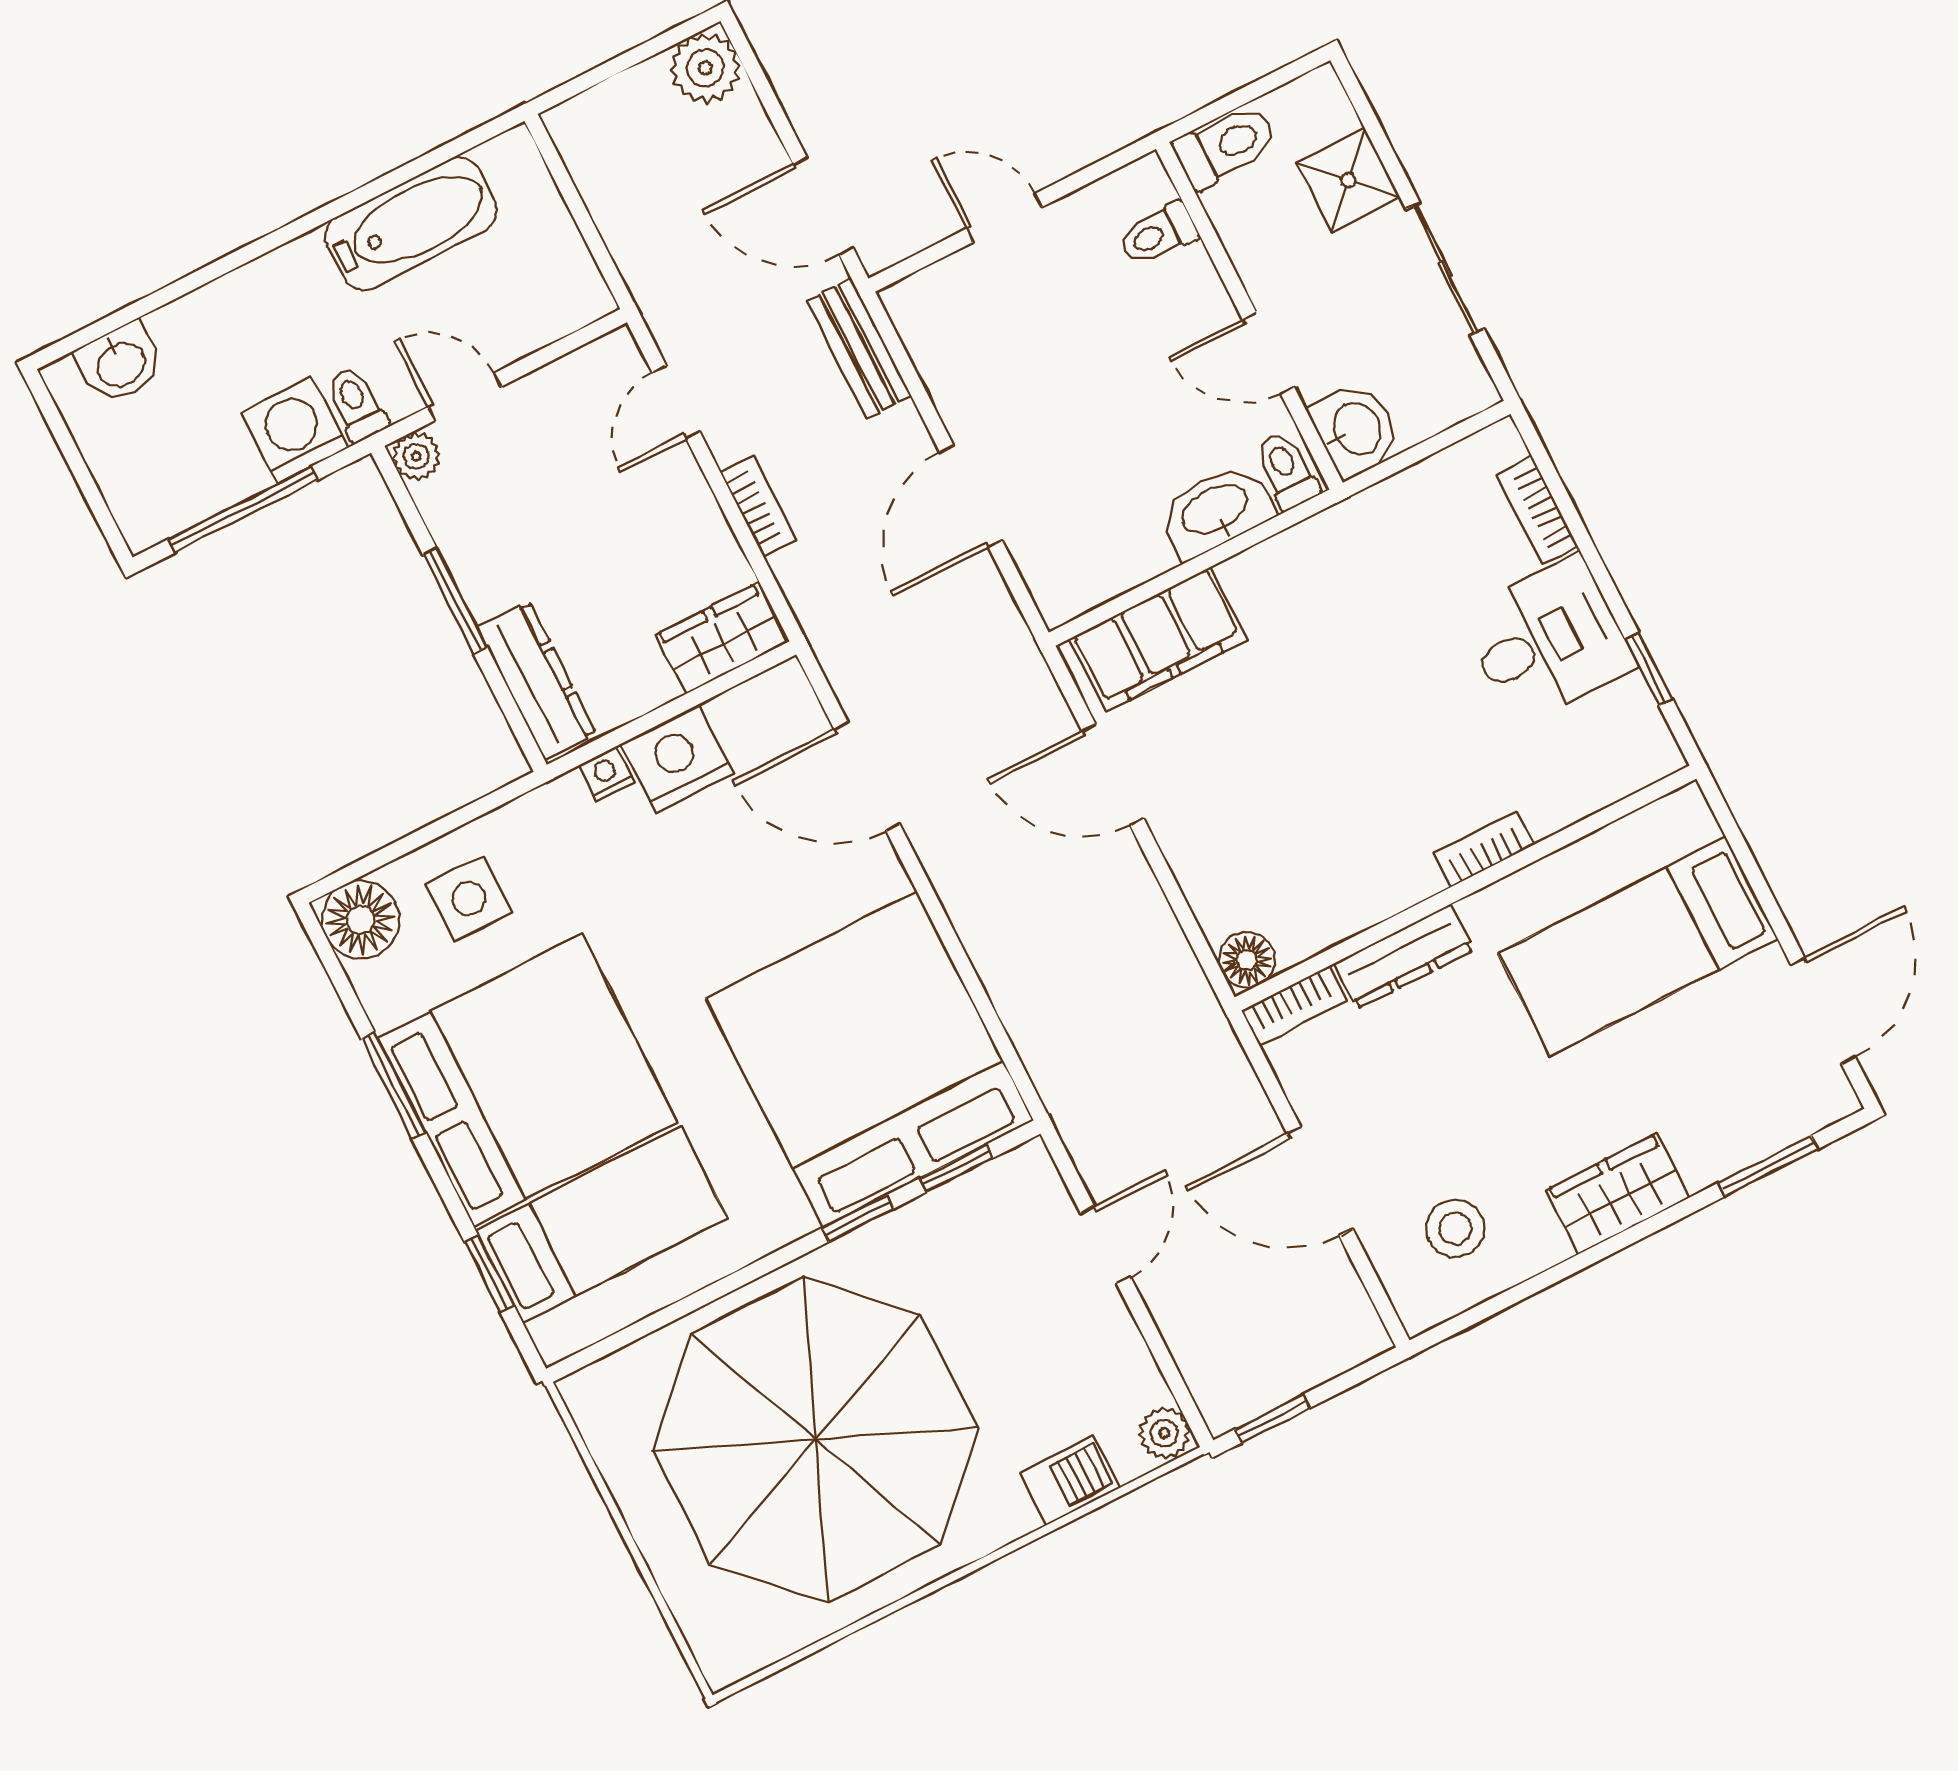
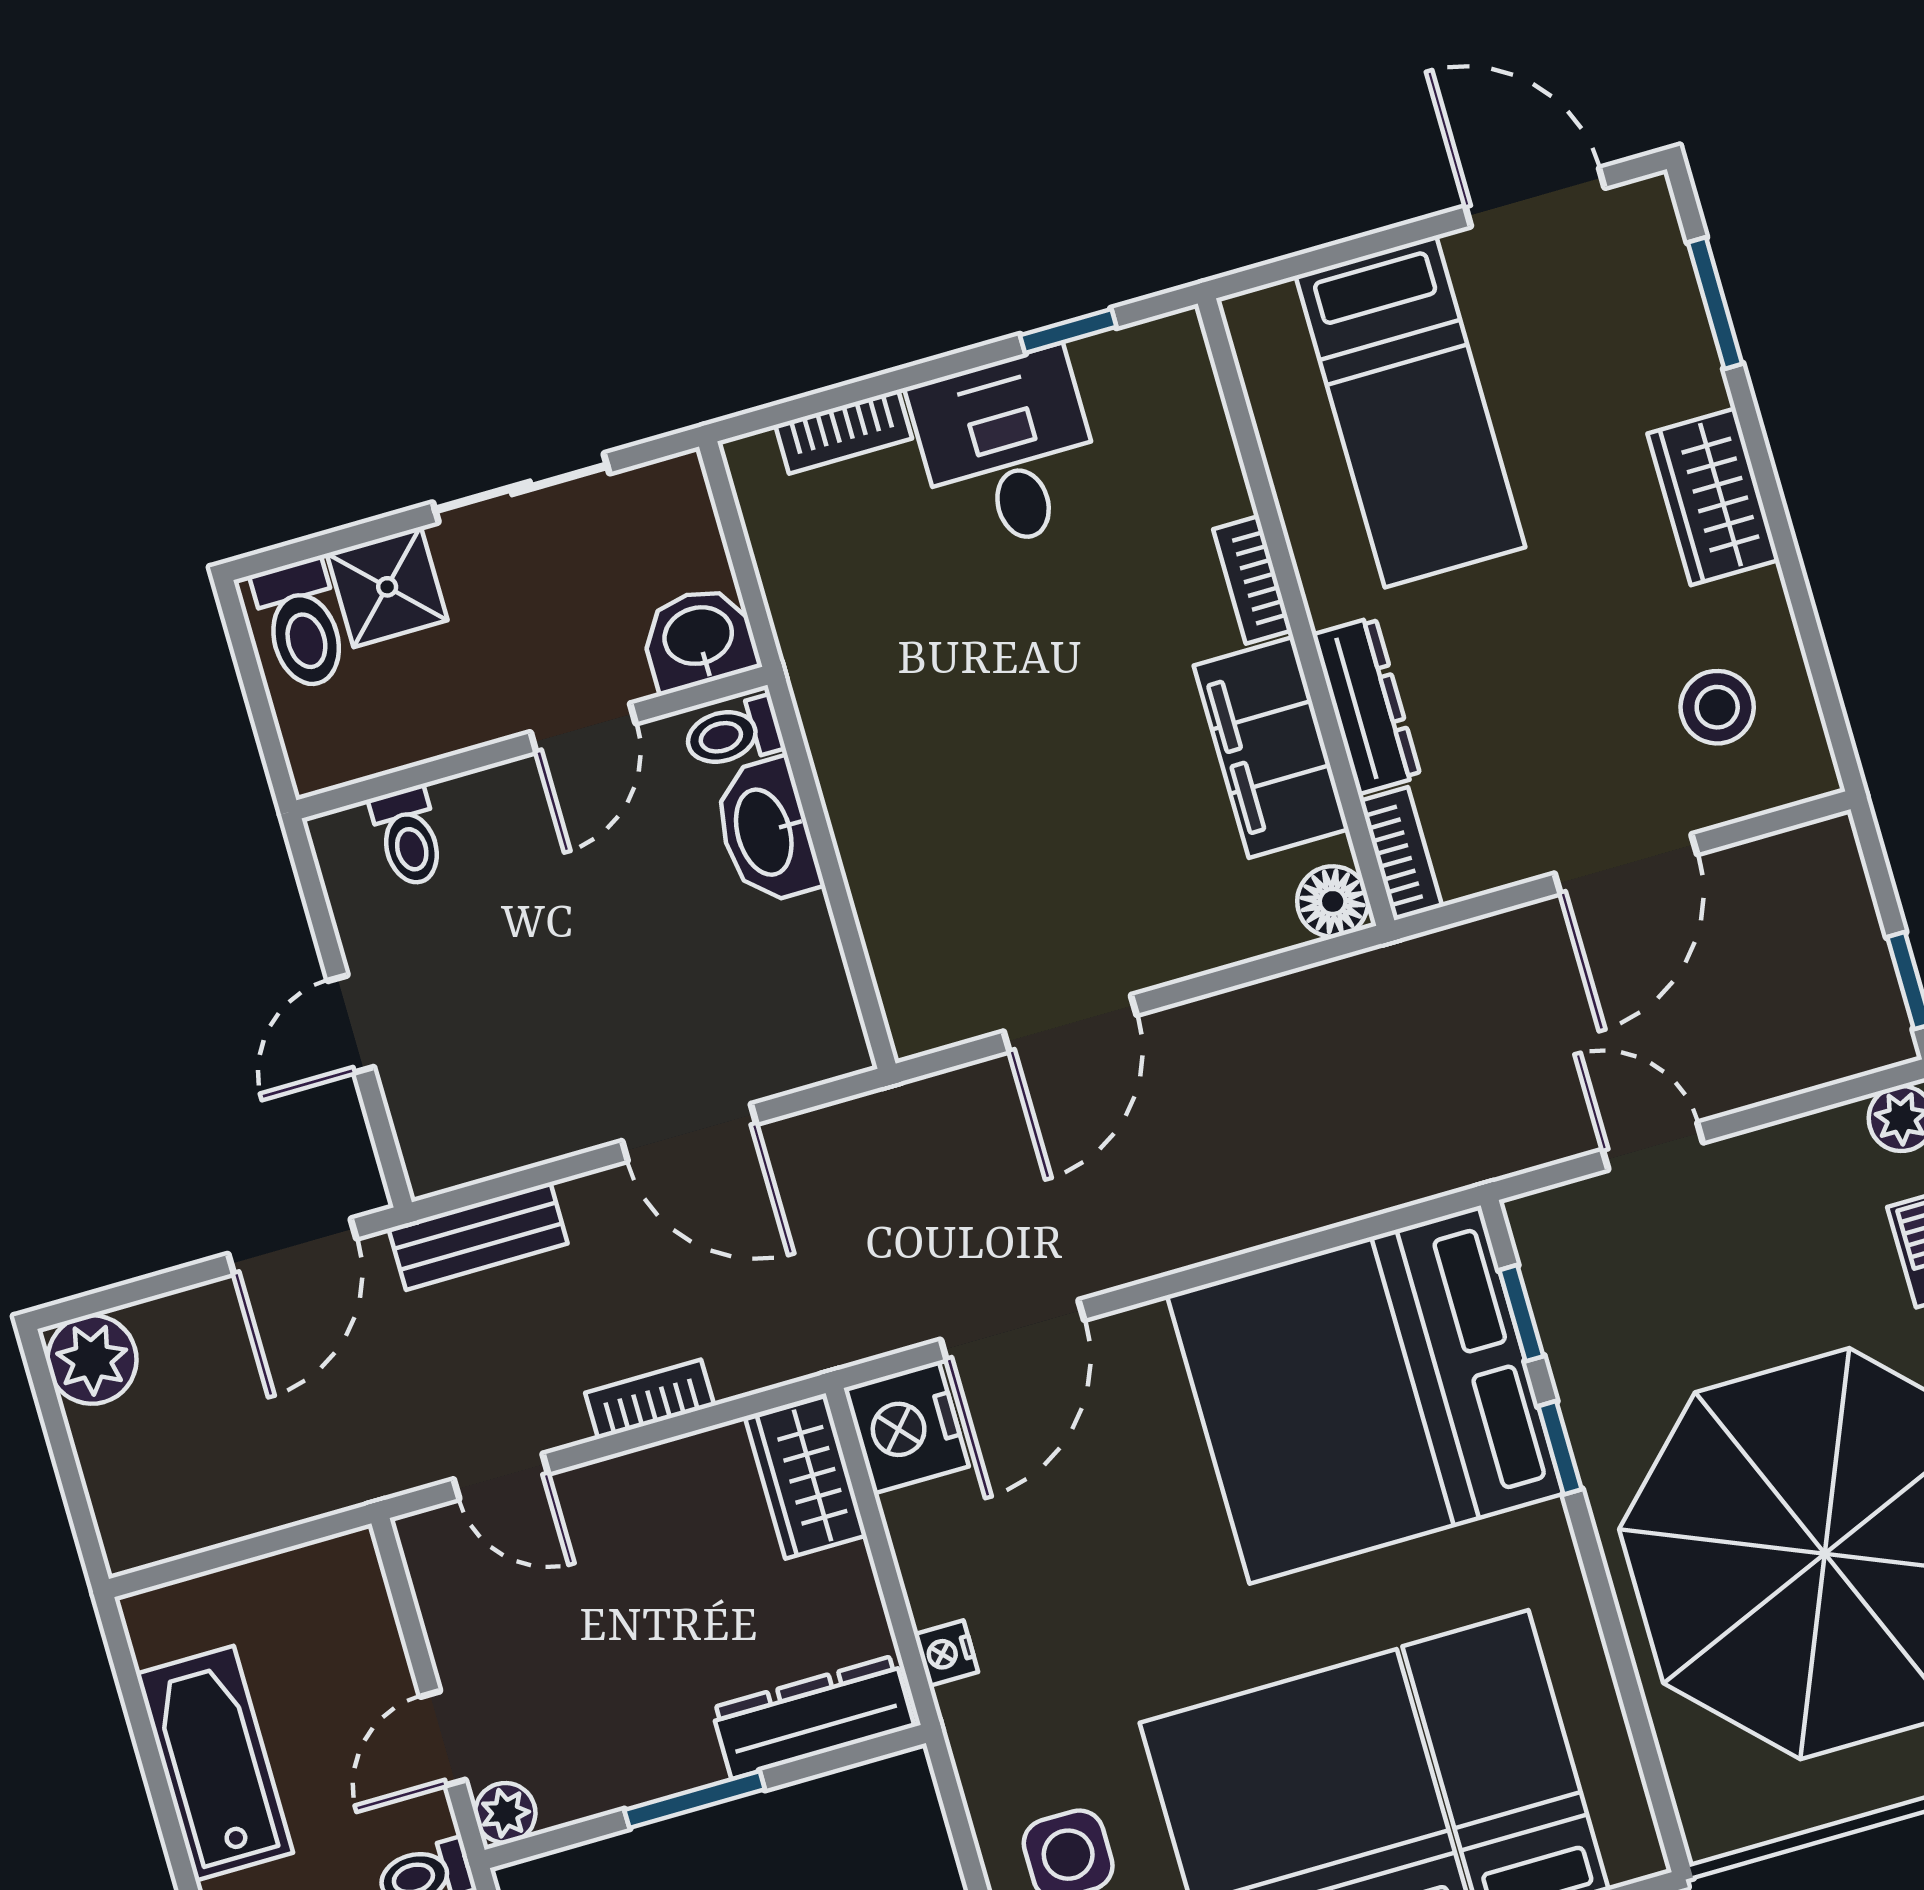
toilet: (1226, 146) -> (302, 624), moved, turned 180
filing cabinet: (1158, 639) -> (1271, 747), moved, turned 180
nightstand: (677, 759) -> (906, 1427), moved

